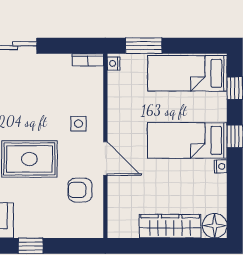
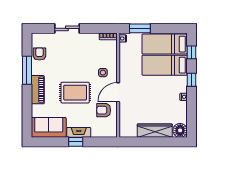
bed: (187, 140) -> (165, 65), moved
door: (105, 159) -> (118, 92), swing flipped
fireplace: (36, 229) -> (79, 132), added

